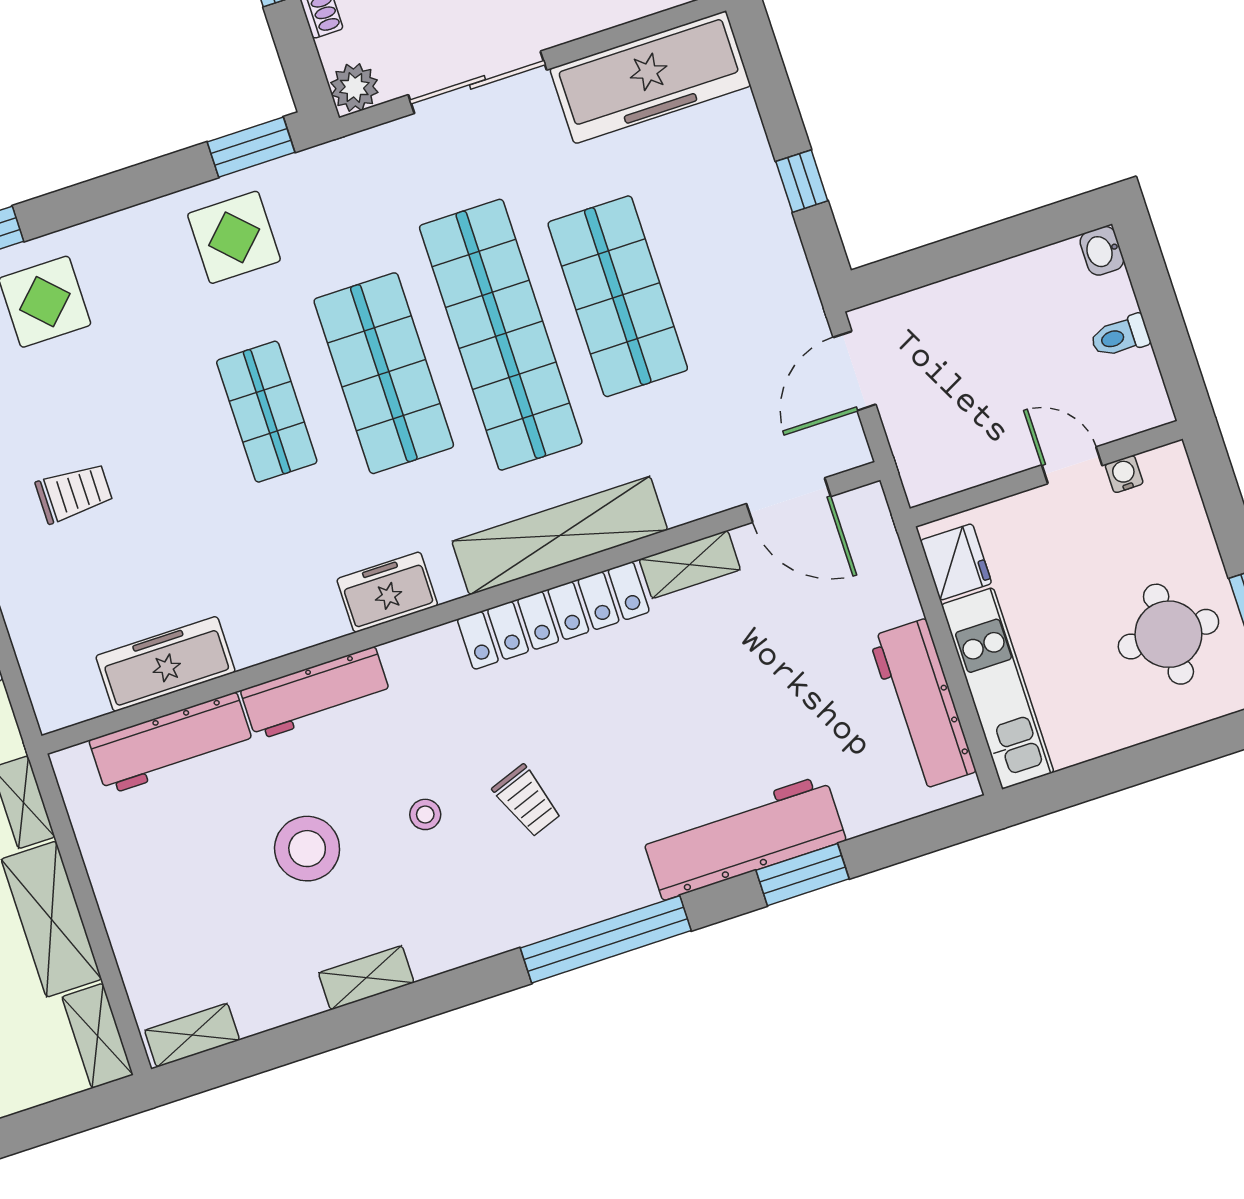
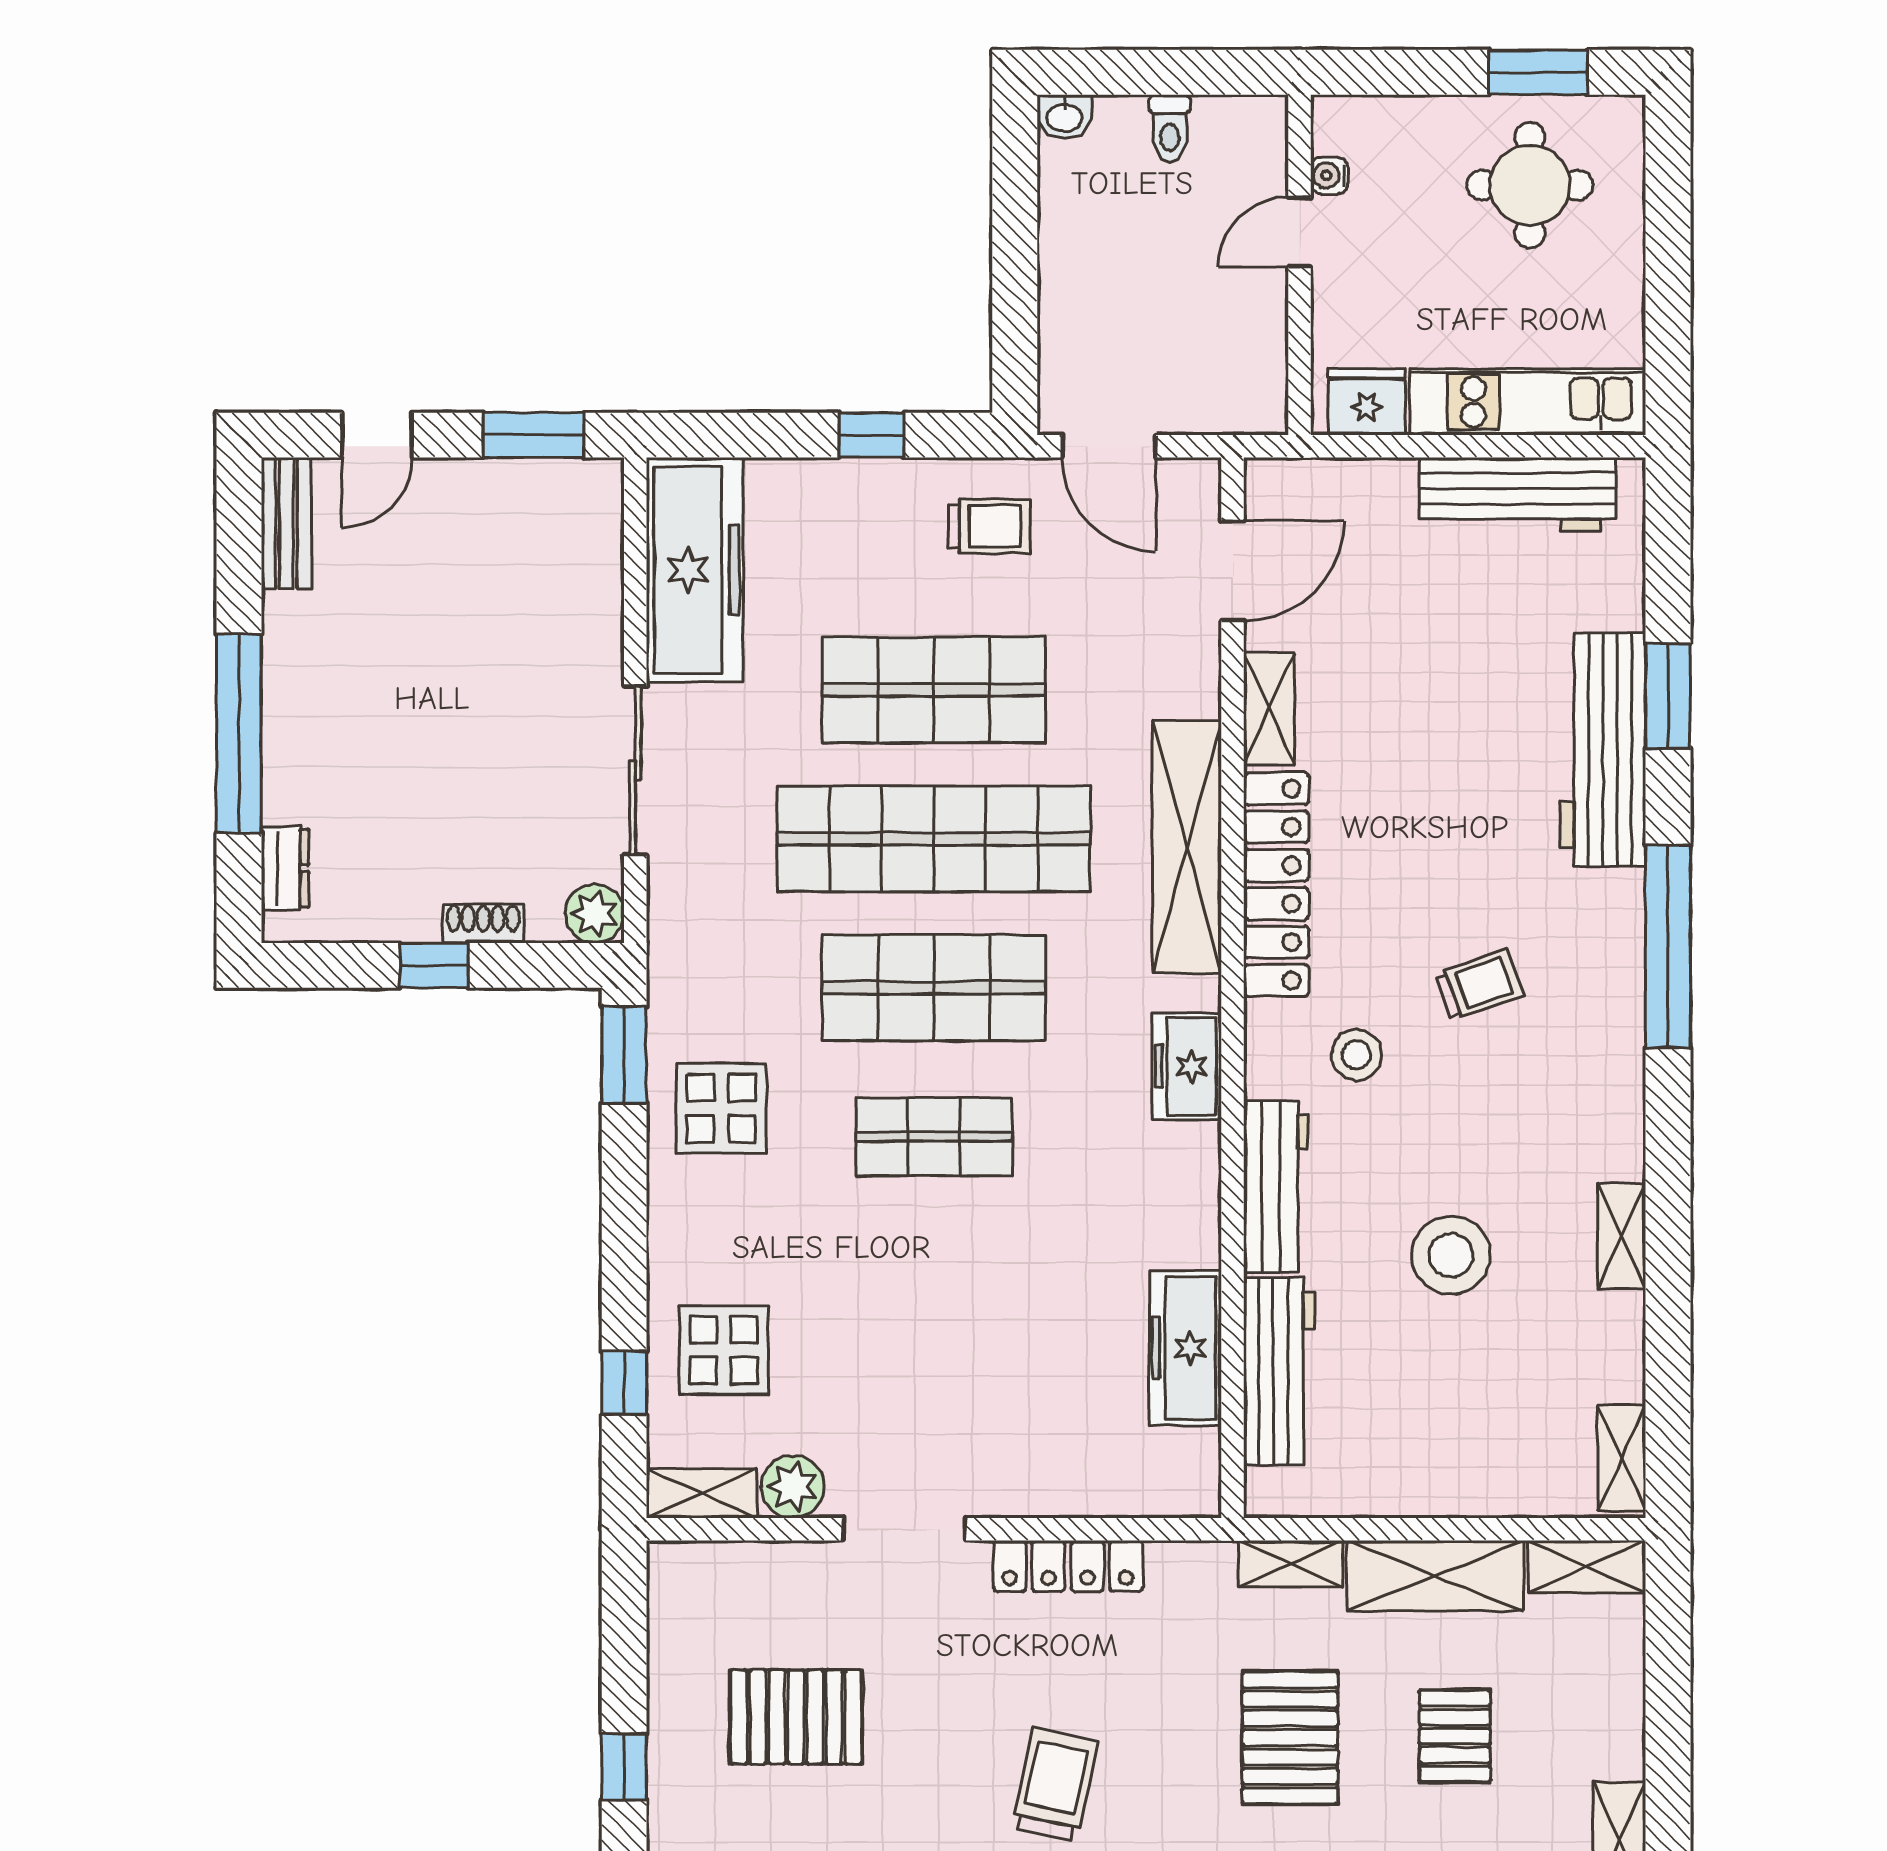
trolley: (74, 493) -> (989, 526), moved, turned 90
stool: (425, 814) -> (1356, 1055), moved, width x1.37, depth x1.37

